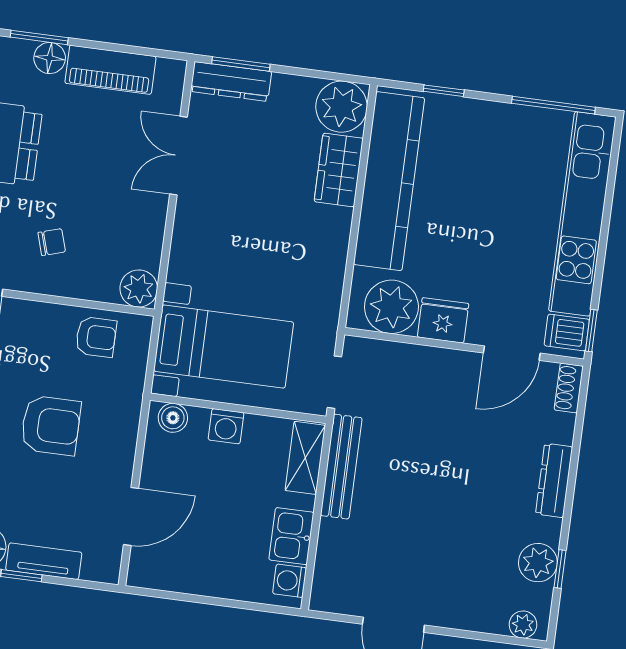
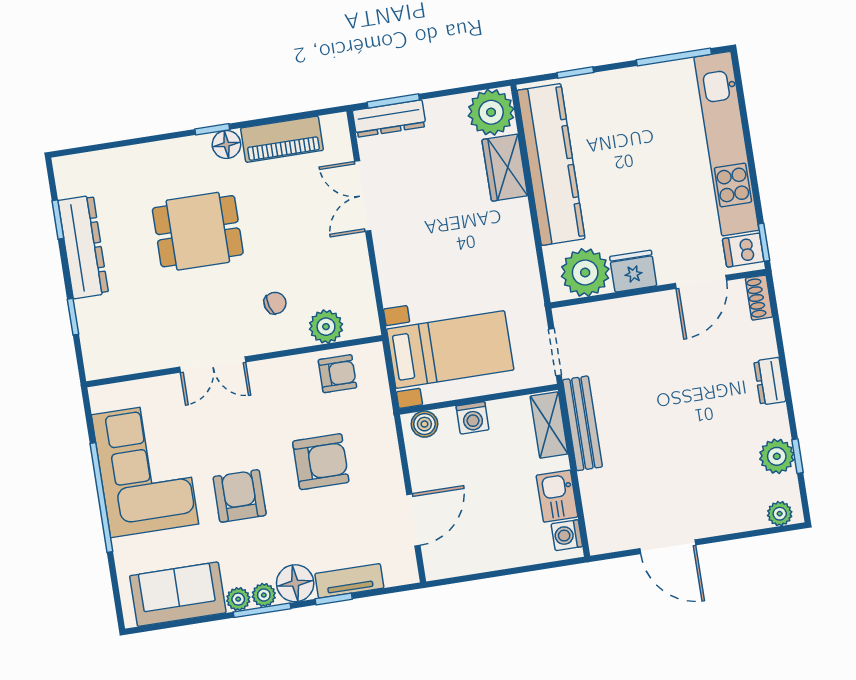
window: (39, 37) -> (212, 129), width x0.67
plant: (139, 288) -> (326, 327), moved
dresser: (554, 480) -> (770, 381), width x0.70

